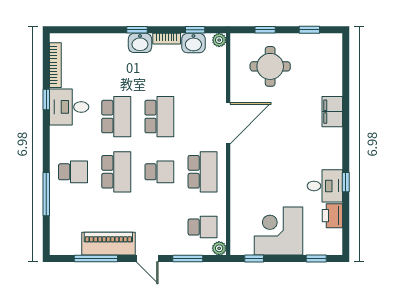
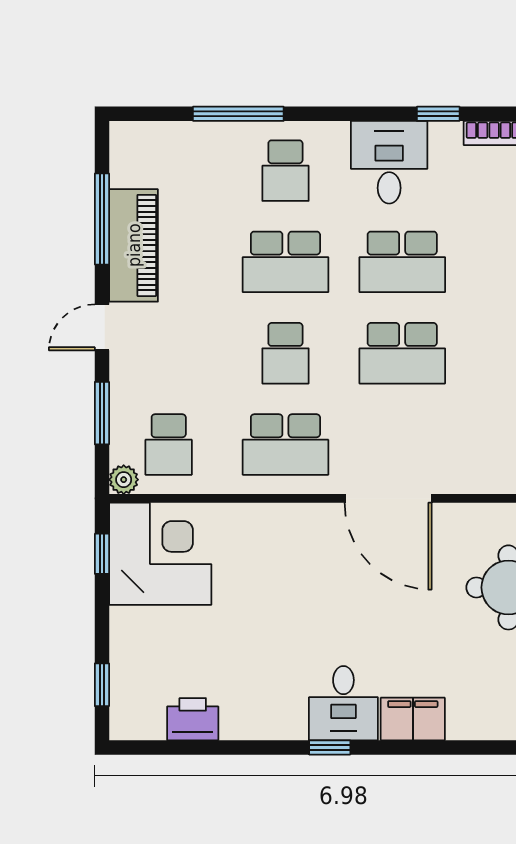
desk: (69, 107) -> (389, 162), moved
window: (346, 182) -> (330, 747), moved
desk: (325, 186) -> (343, 703), moved
corner desk: (279, 231) -> (160, 554), moved

